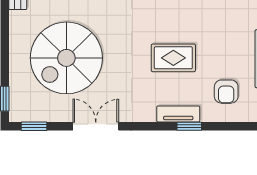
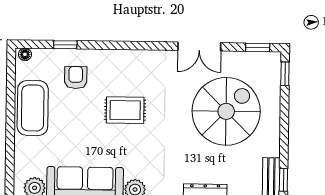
tv unit: (178, 114) -> (121, 57), removed
window: (189, 126) -> (65, 45), moved

